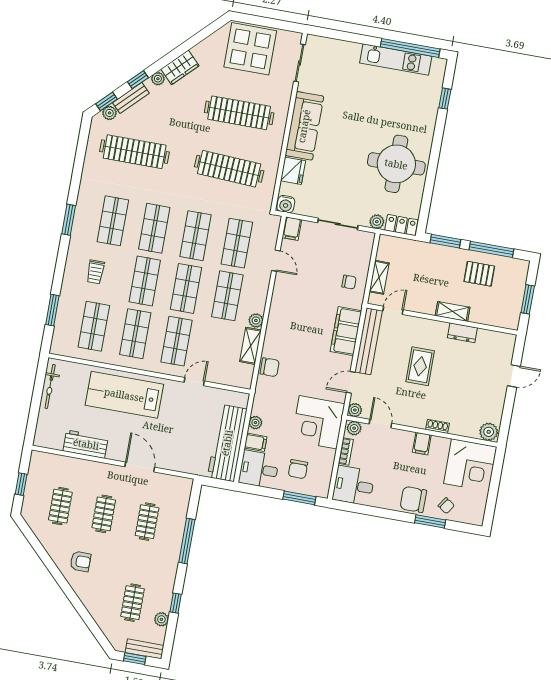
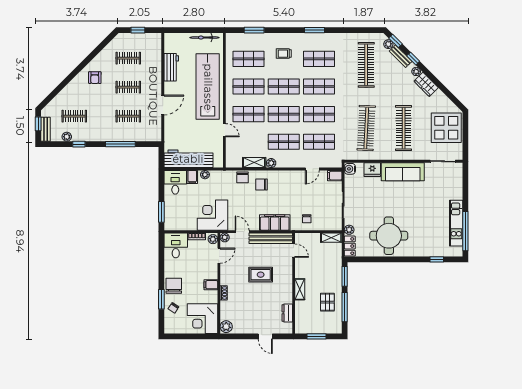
shelving: (379, 277) -> (331, 238), moved
dresser: (462, 333) -> (287, 313), moved
lab bench: (124, 395) -> (208, 87), width x1.36
chair: (298, 469) -> (262, 184), moved

